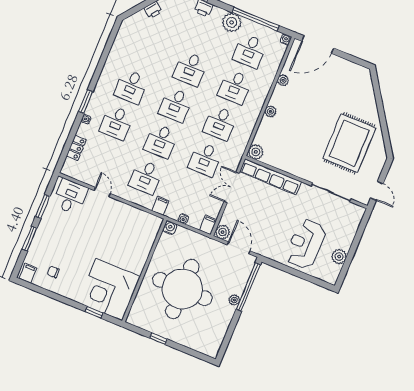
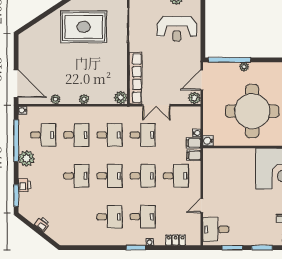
filing cabinet: (208, 225) -> (194, 143), moved

